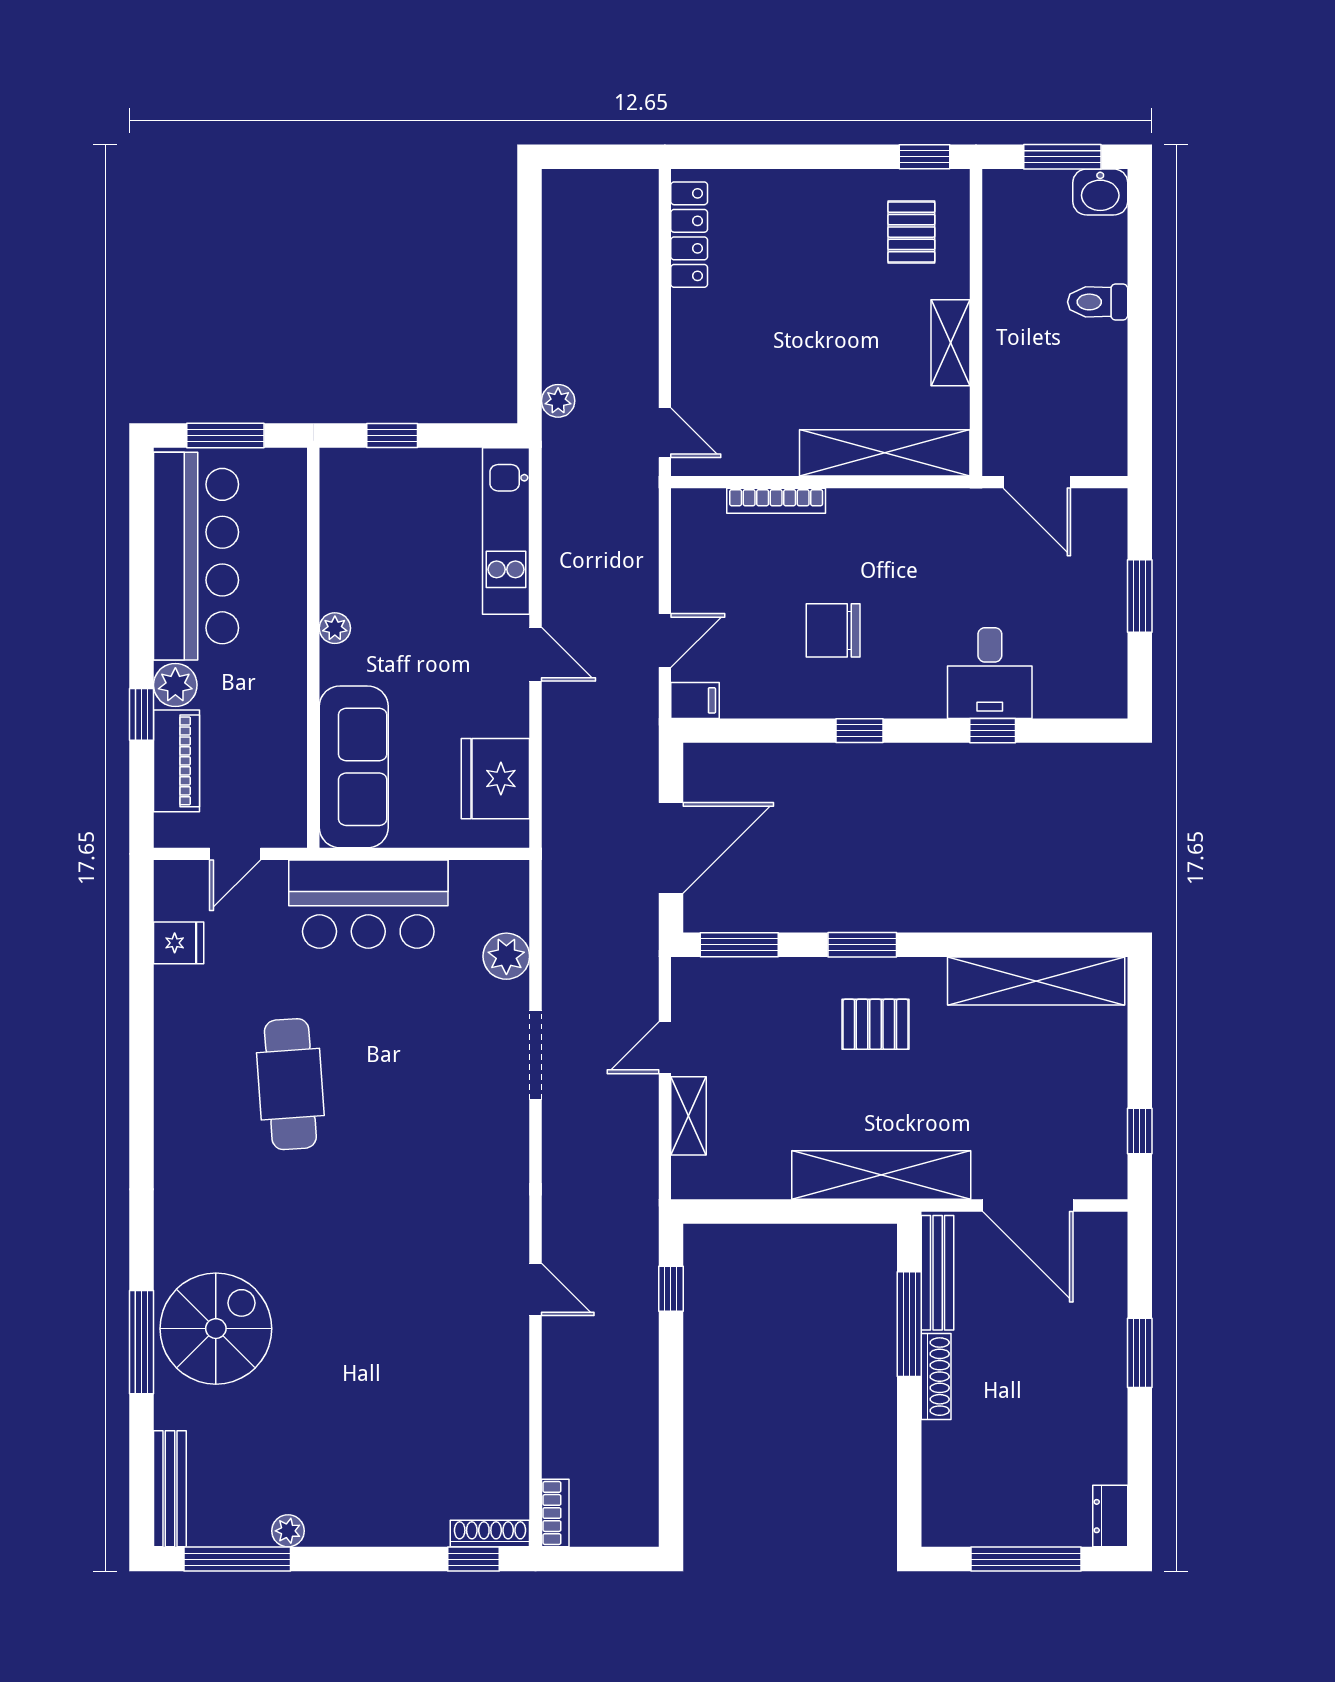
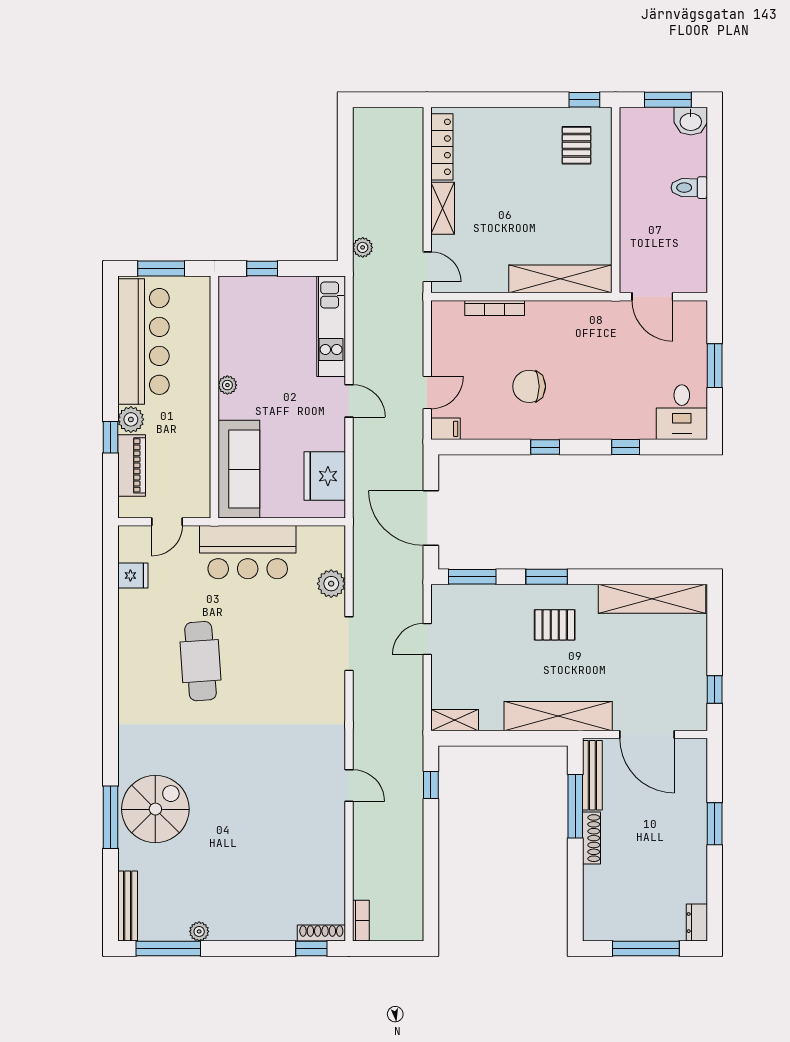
shelving: (951, 343) -> (443, 208), moved
desk: (990, 673) -> (682, 412), moved
door: (671, 848) -> (431, 518), swing flipped
shelving: (689, 1116) -> (455, 720), moved, turned 90

